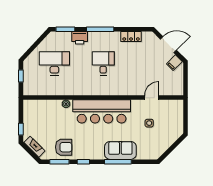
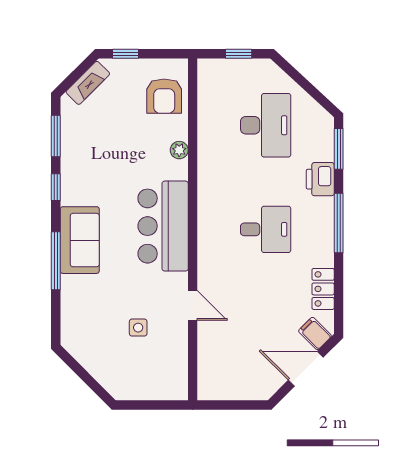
door: (168, 45) -> (306, 369), swing flipped
filing cabinet: (174, 63) -> (315, 333), moved
door: (152, 98) -> (193, 305), moved
bar counter: (102, 111) -> (163, 226), width x0.73
armchair: (64, 147) -> (164, 96), moved
sofa: (120, 150) -> (80, 240), moved

